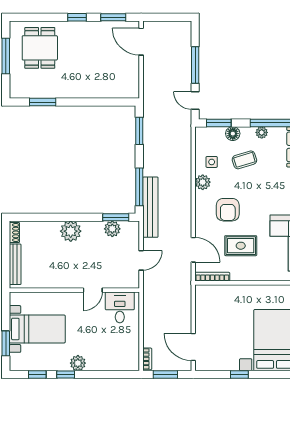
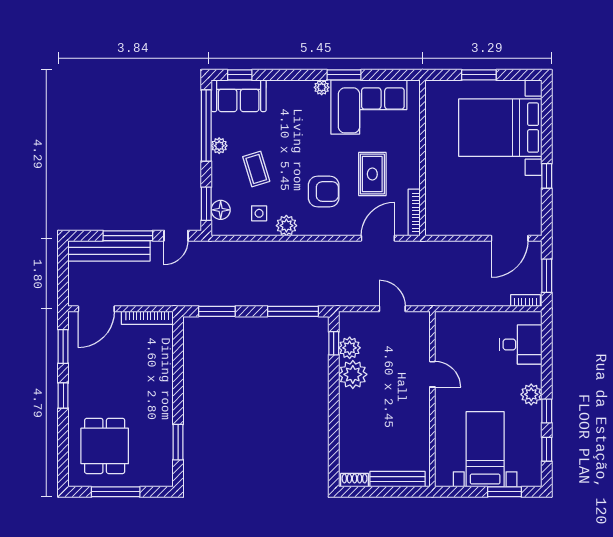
dining table: (40, 48) -> (105, 446), turned 90
bookcase: (134, 79) -> (147, 318), added
floor lamp: (233, 134) -> (221, 210), moved
bench: (150, 207) -> (109, 251), moved
window: (116, 217) -> (334, 343), width x0.67
plant: (71, 231) -> (353, 374), moved
desk: (120, 307) -> (521, 345), moved, turned 180

